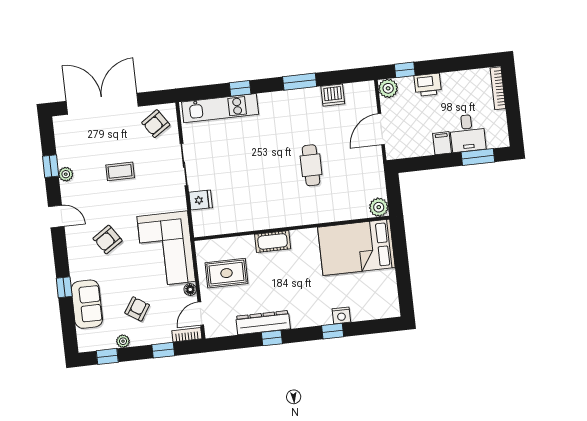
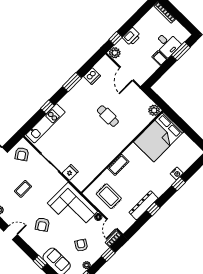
rug: (227, 273) -> (109, 196), turned 90

